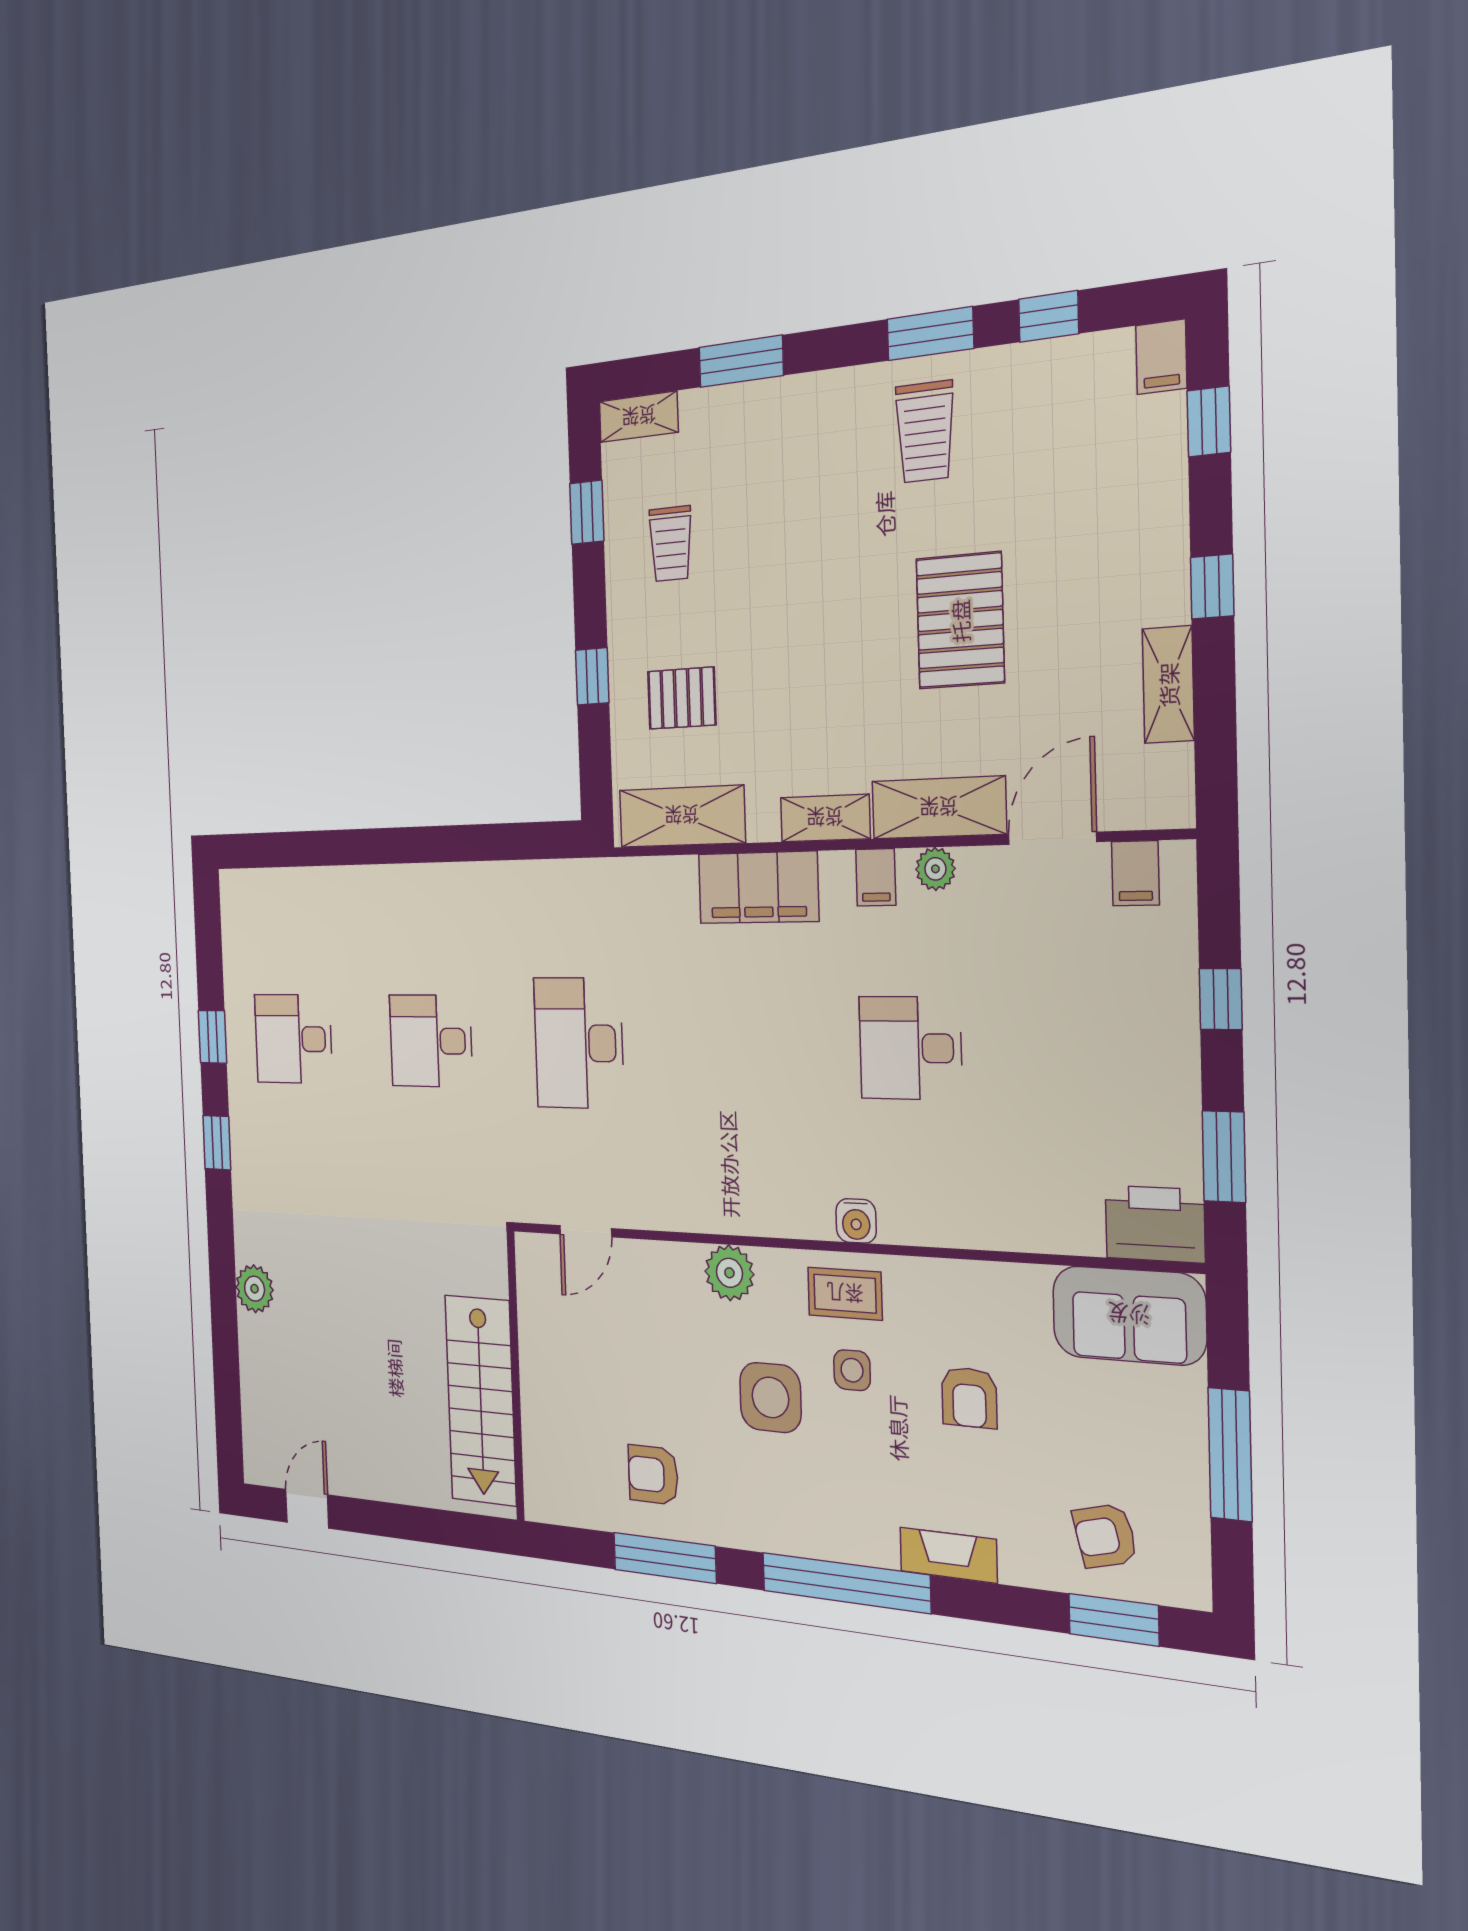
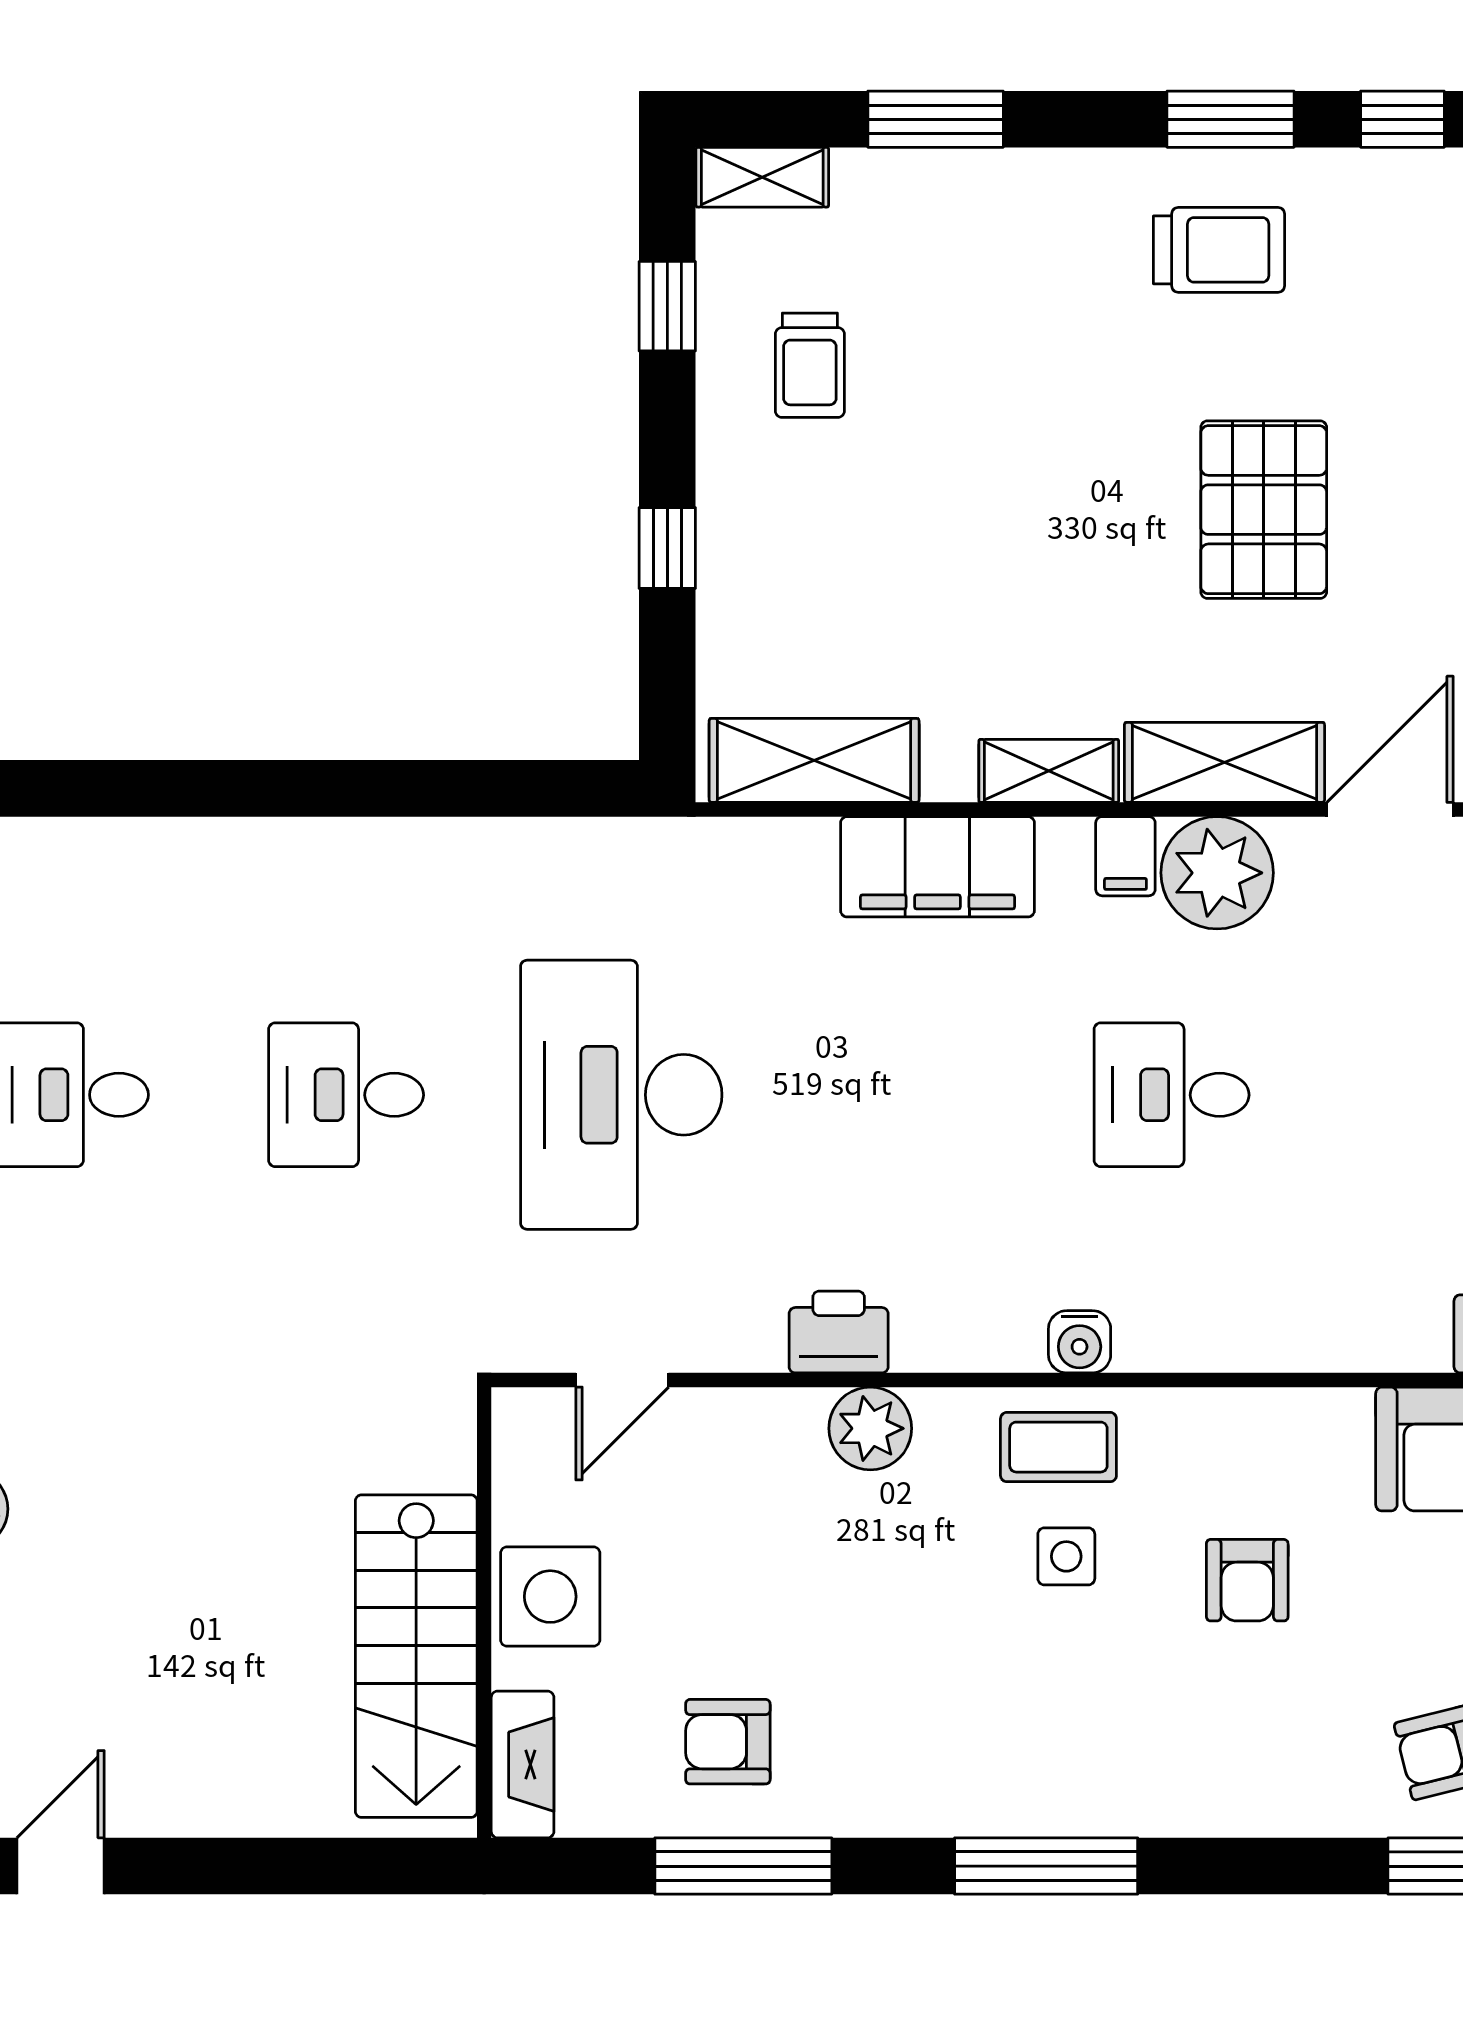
trolley: (925, 432) -> (1219, 250), turned -90
pallet: (682, 698) -> (820, 589), removed
plant: (935, 869) -> (1217, 873), width x1.87, depth x1.87
desk: (579, 1043) -> (621, 1095), width x1.36, depth x1.30
printer: (709, 1206) -> (839, 1332), added
side table: (770, 1397) -> (550, 1597), moved
fireplace: (948, 1555) -> (523, 1764), moved, turned 90
window: (846, 1583) -> (1046, 1866), width x0.68

